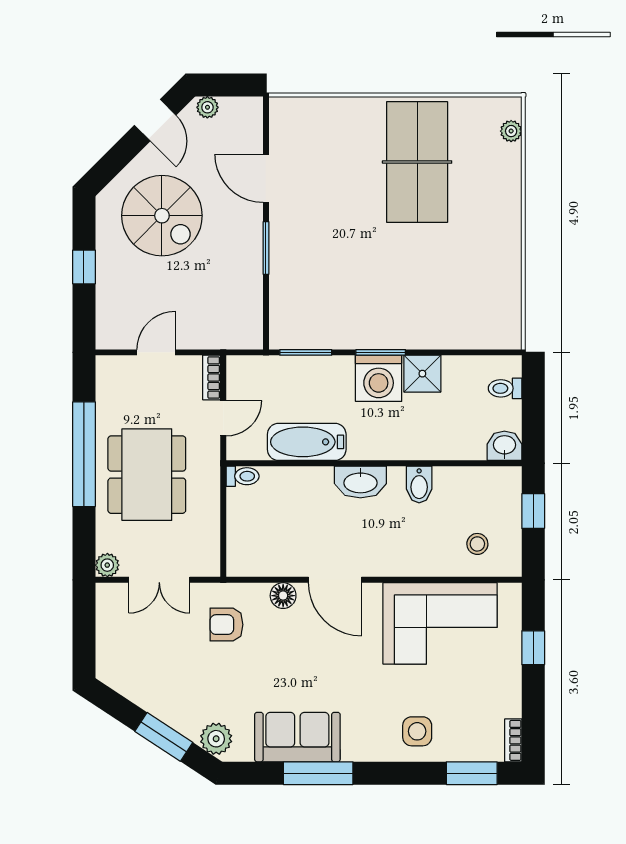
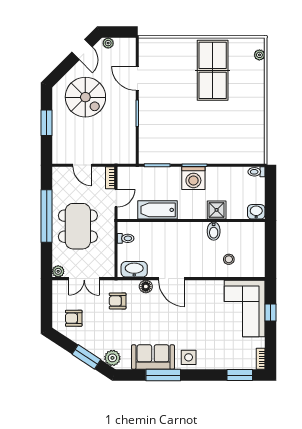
window: (84, 267) -> (47, 123), width x1.50
door: (156, 352) -> (82, 165), swing flipped
shower: (422, 374) -> (217, 210), moved
toilet: (505, 388) -> (256, 172), moved
toilet: (243, 476) -> (126, 238), moved
washbasin: (360, 482) -> (134, 269), moved, turned 180
window: (533, 511) -> (271, 244), removed
stool: (477, 544) -> (229, 259), moved
corner sofa: (440, 623) -> (245, 309), moved, turned 90
armchair: (138, 659) -> (74, 318), added
side table: (417, 731) -> (189, 357), moved

